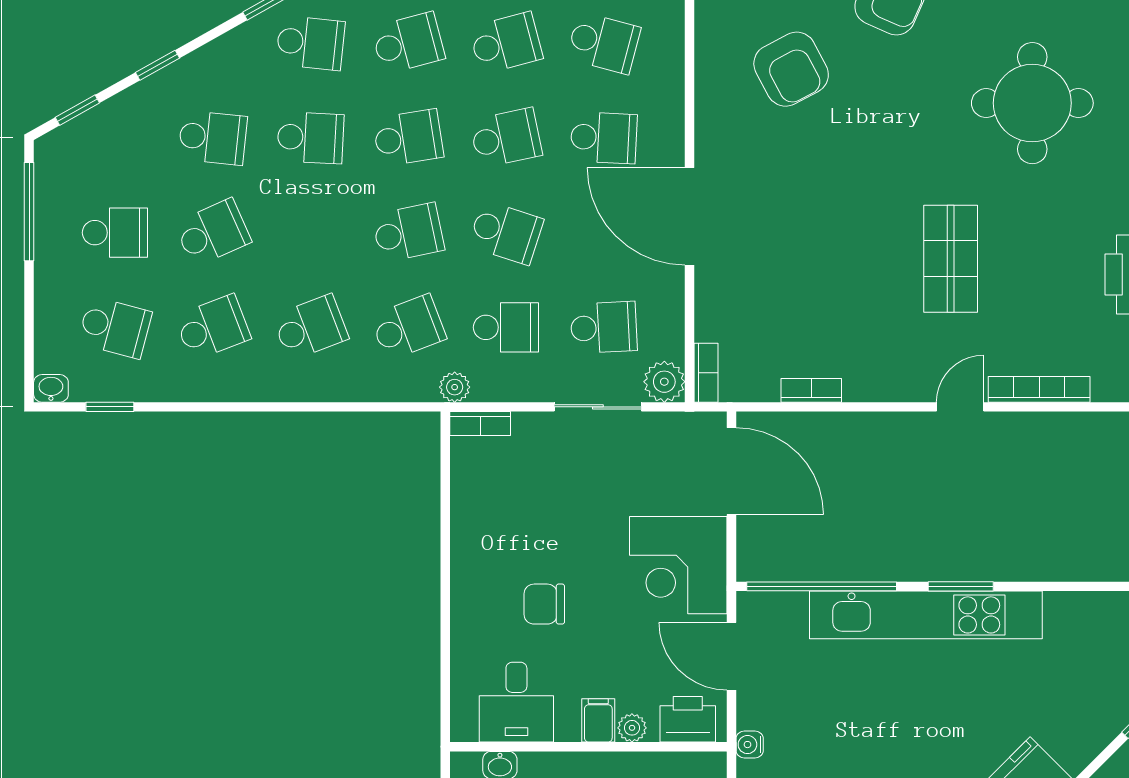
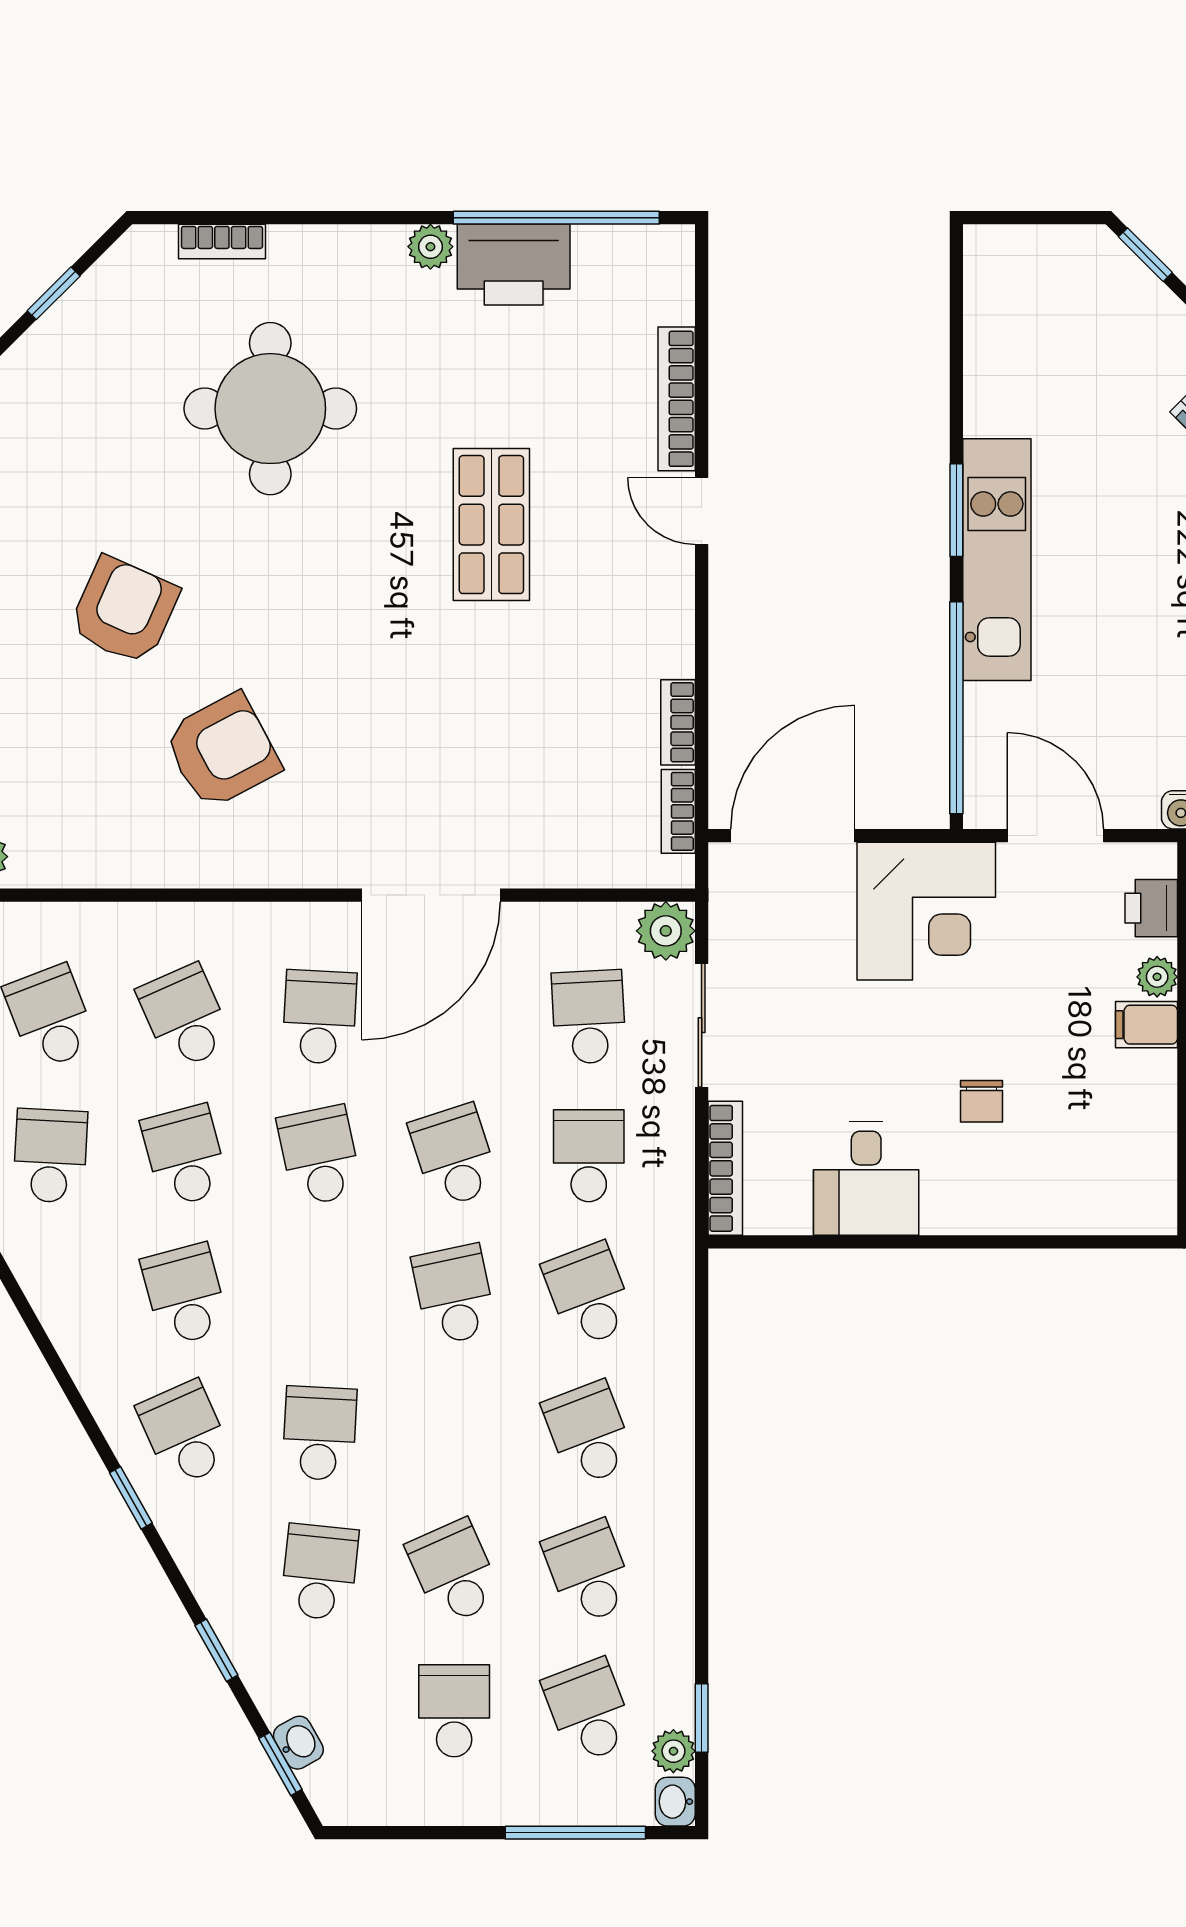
school desk: (310, 43) -> (185, 1433), turned -30
school desk: (604, 43) -> (185, 1017), turned -39
washbasin: (92, 123) -> (298, 1743), added
school desk: (408, 138) -> (320, 1294), removed
window: (29, 212) -> (575, 1833), moved
school desk: (506, 233) -> (454, 1156), turned -36
shop shelf: (951, 259) -> (491, 525), turned 90
school desk: (115, 327) -> (589, 1711), turned -36
bookcase: (706, 373) -> (678, 811), moved, turned -90
plant: (455, 387) -> (673, 1751), moved
bookcase: (480, 424) -> (725, 1168), width x1.56
chair: (544, 604) -> (981, 1101), width x0.73, depth x0.73
kitchen unit: (926, 615) -> (997, 560), width x0.73
door: (732, 656) -> (1055, 836), swing flipped
desk: (516, 702) -> (866, 1179), moved, turned 90
printer: (688, 719) -> (1151, 908), width x0.73, depth x0.81

